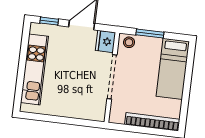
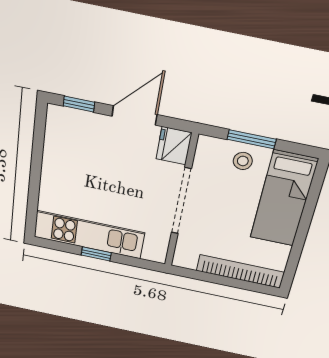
stool: (129, 42) -> (243, 161), moved
kitchen unit: (34, 69) -> (89, 235), moved, turned -90
window: (60, 120) -> (96, 254), added

